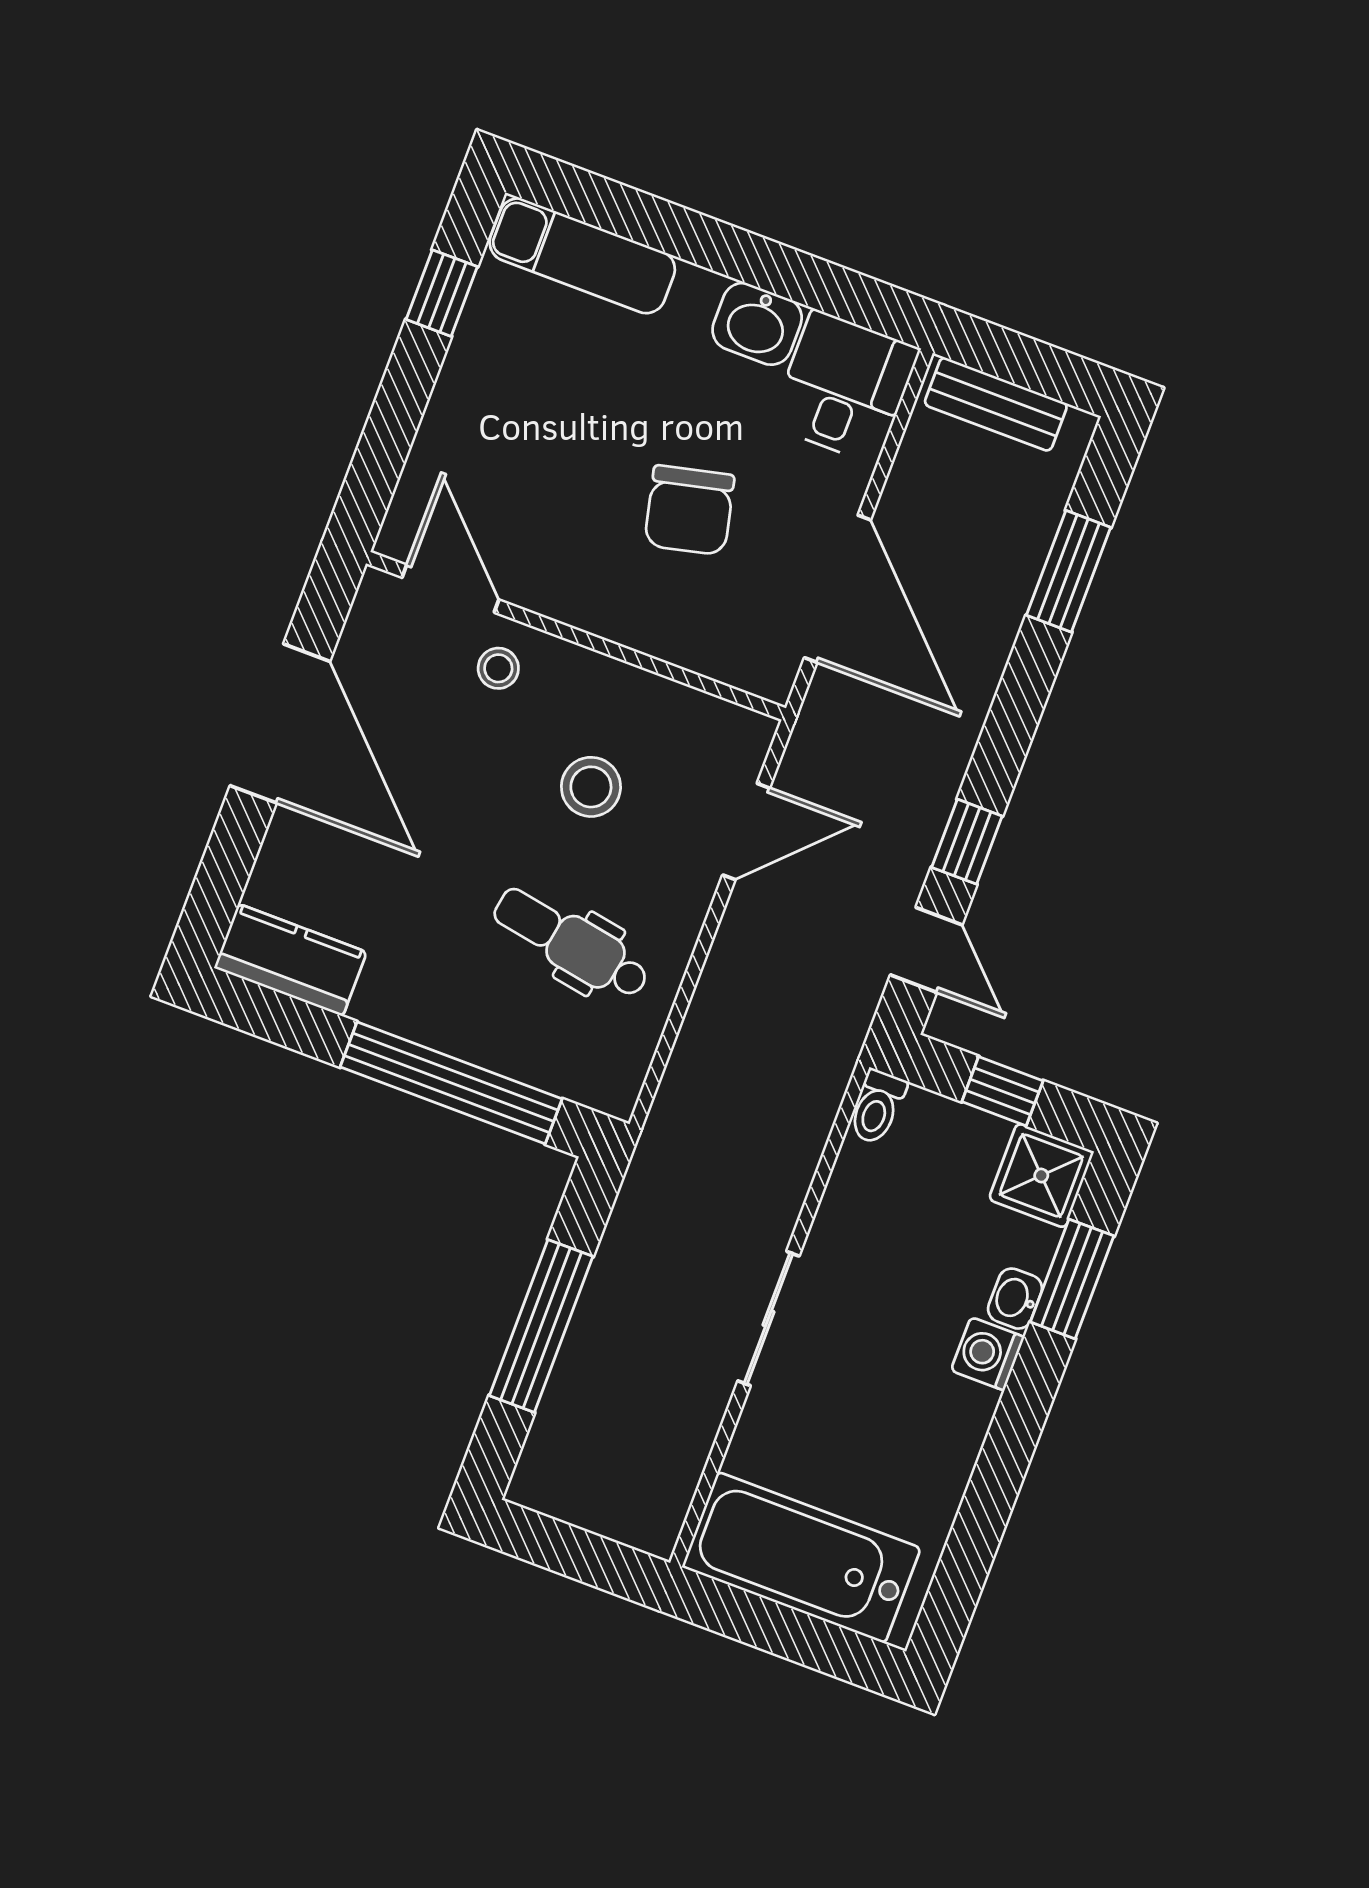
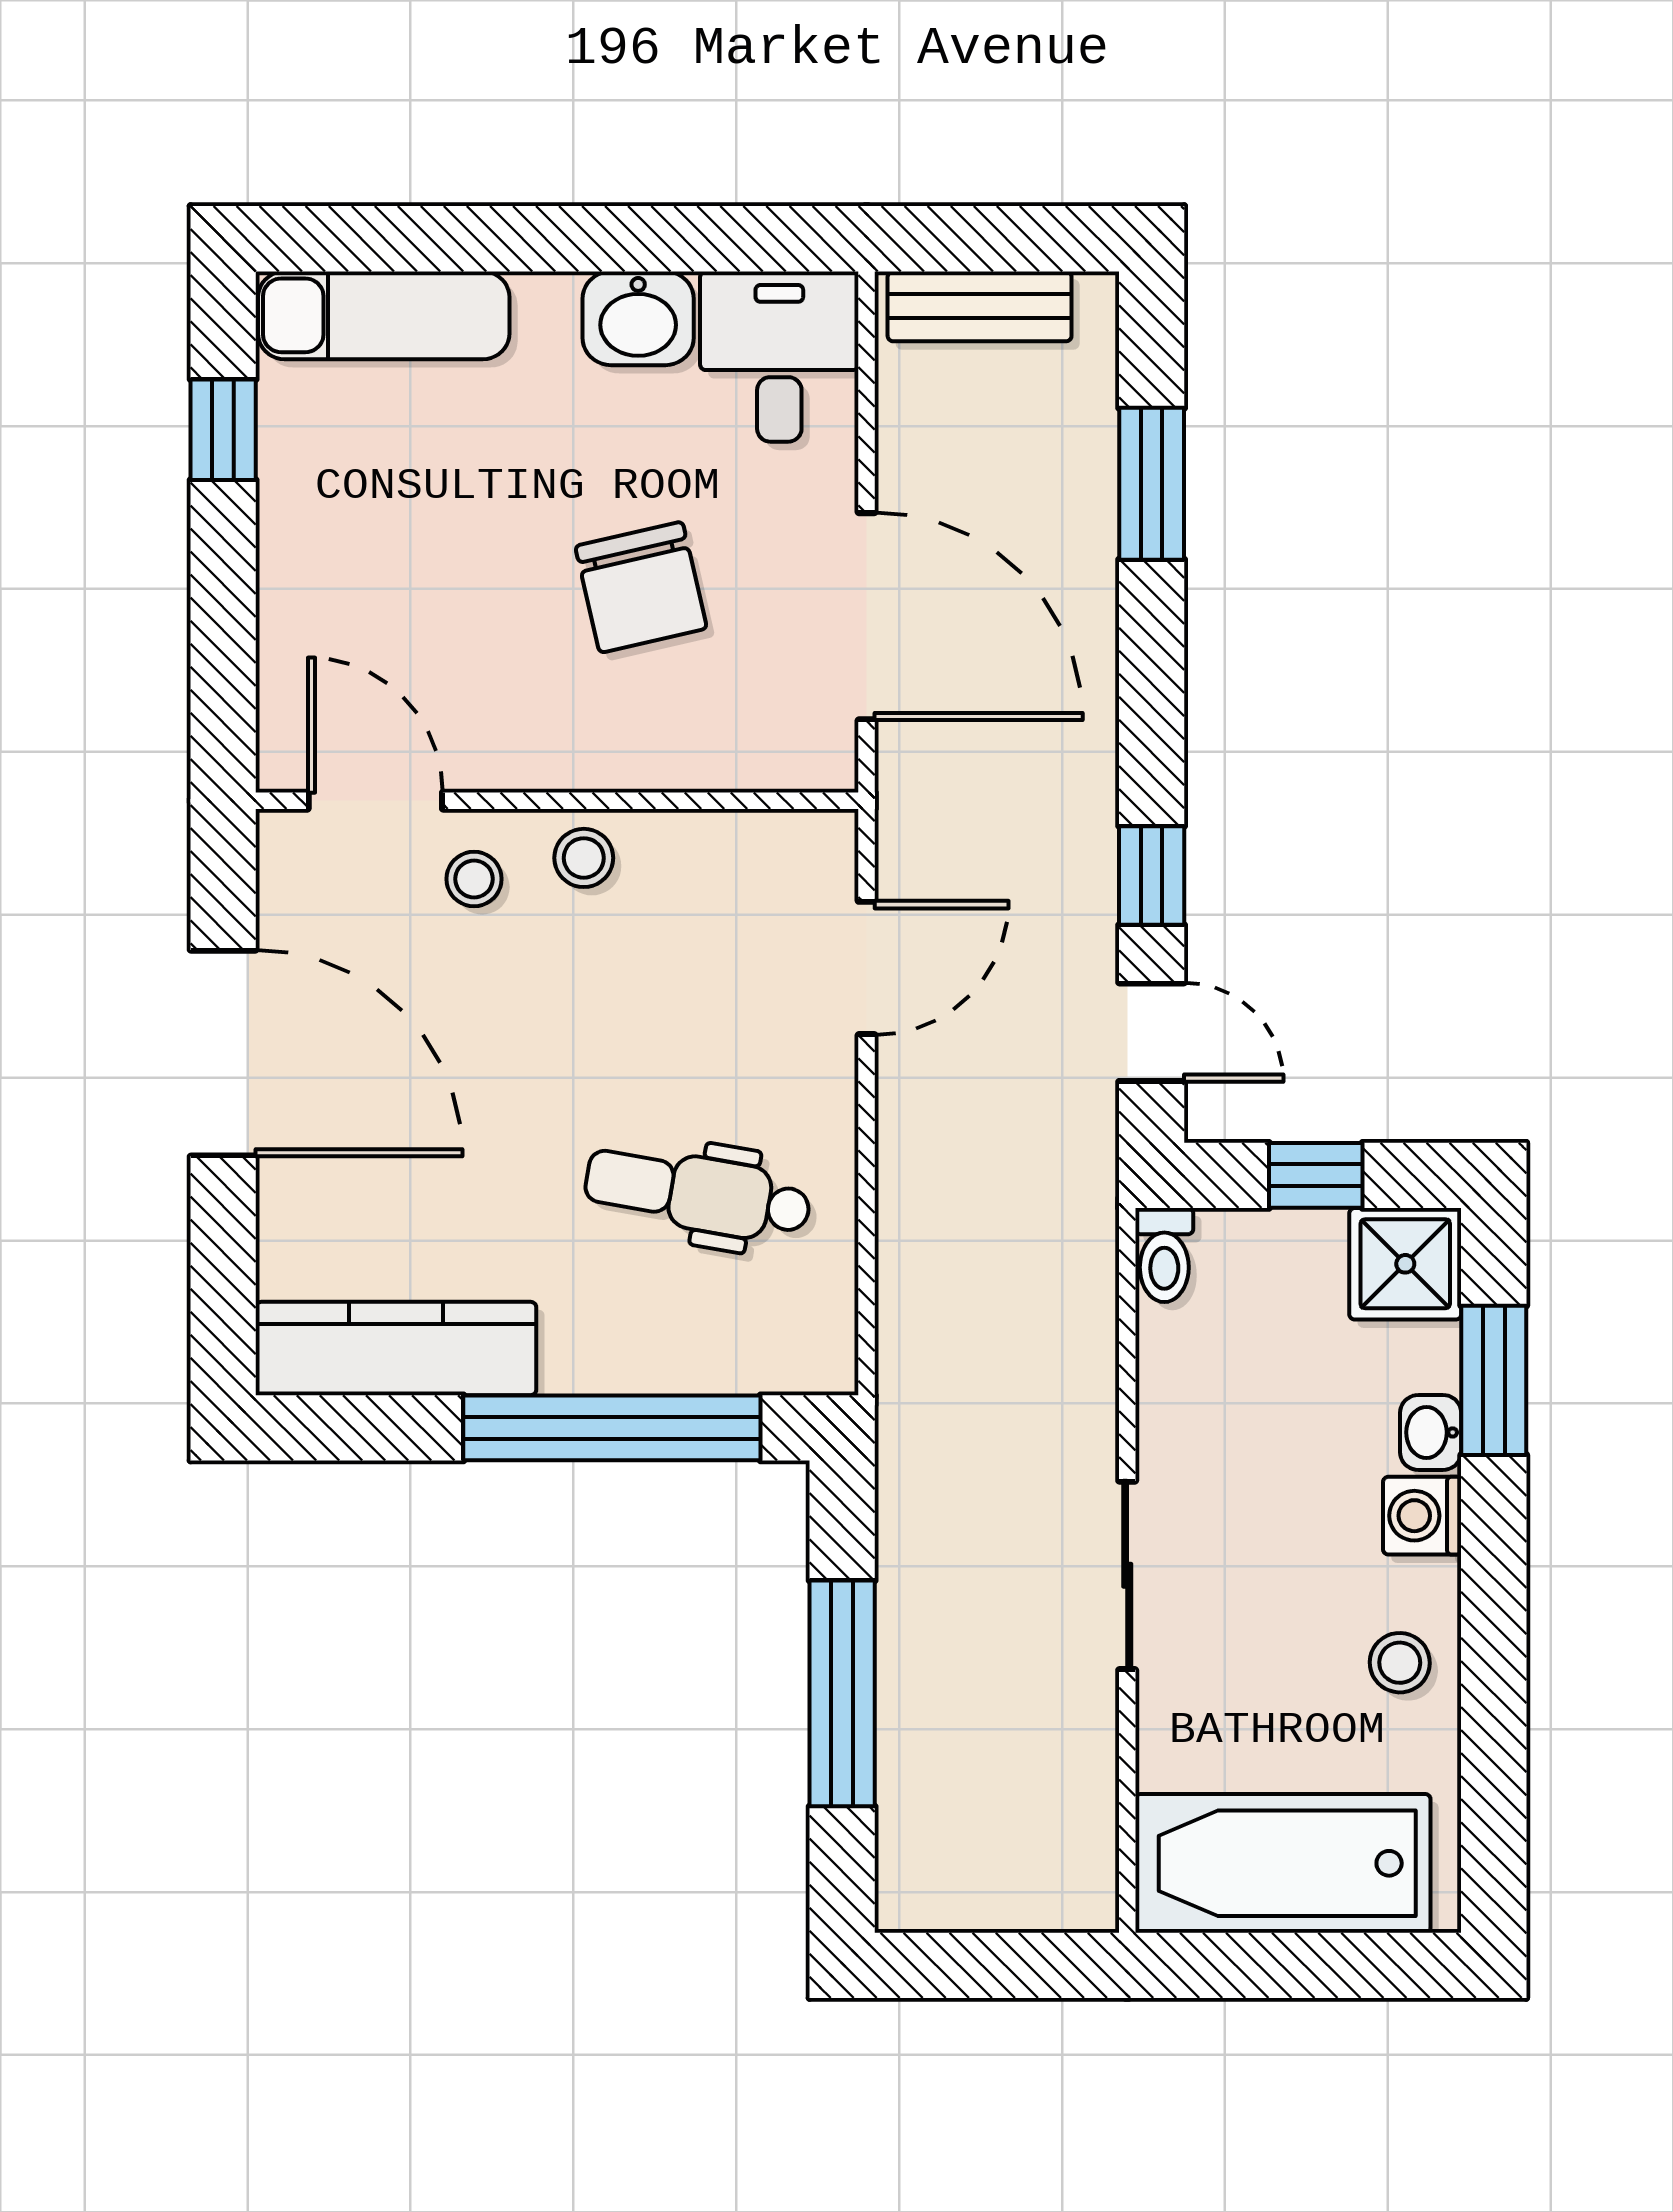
stool: (591, 787) -> (584, 858), moved, width x0.73, depth x0.73
kitchen counter: (290, 960) -> (396, 1349), width x1.50
stool: (934, 1449) -> (1400, 1663), added

